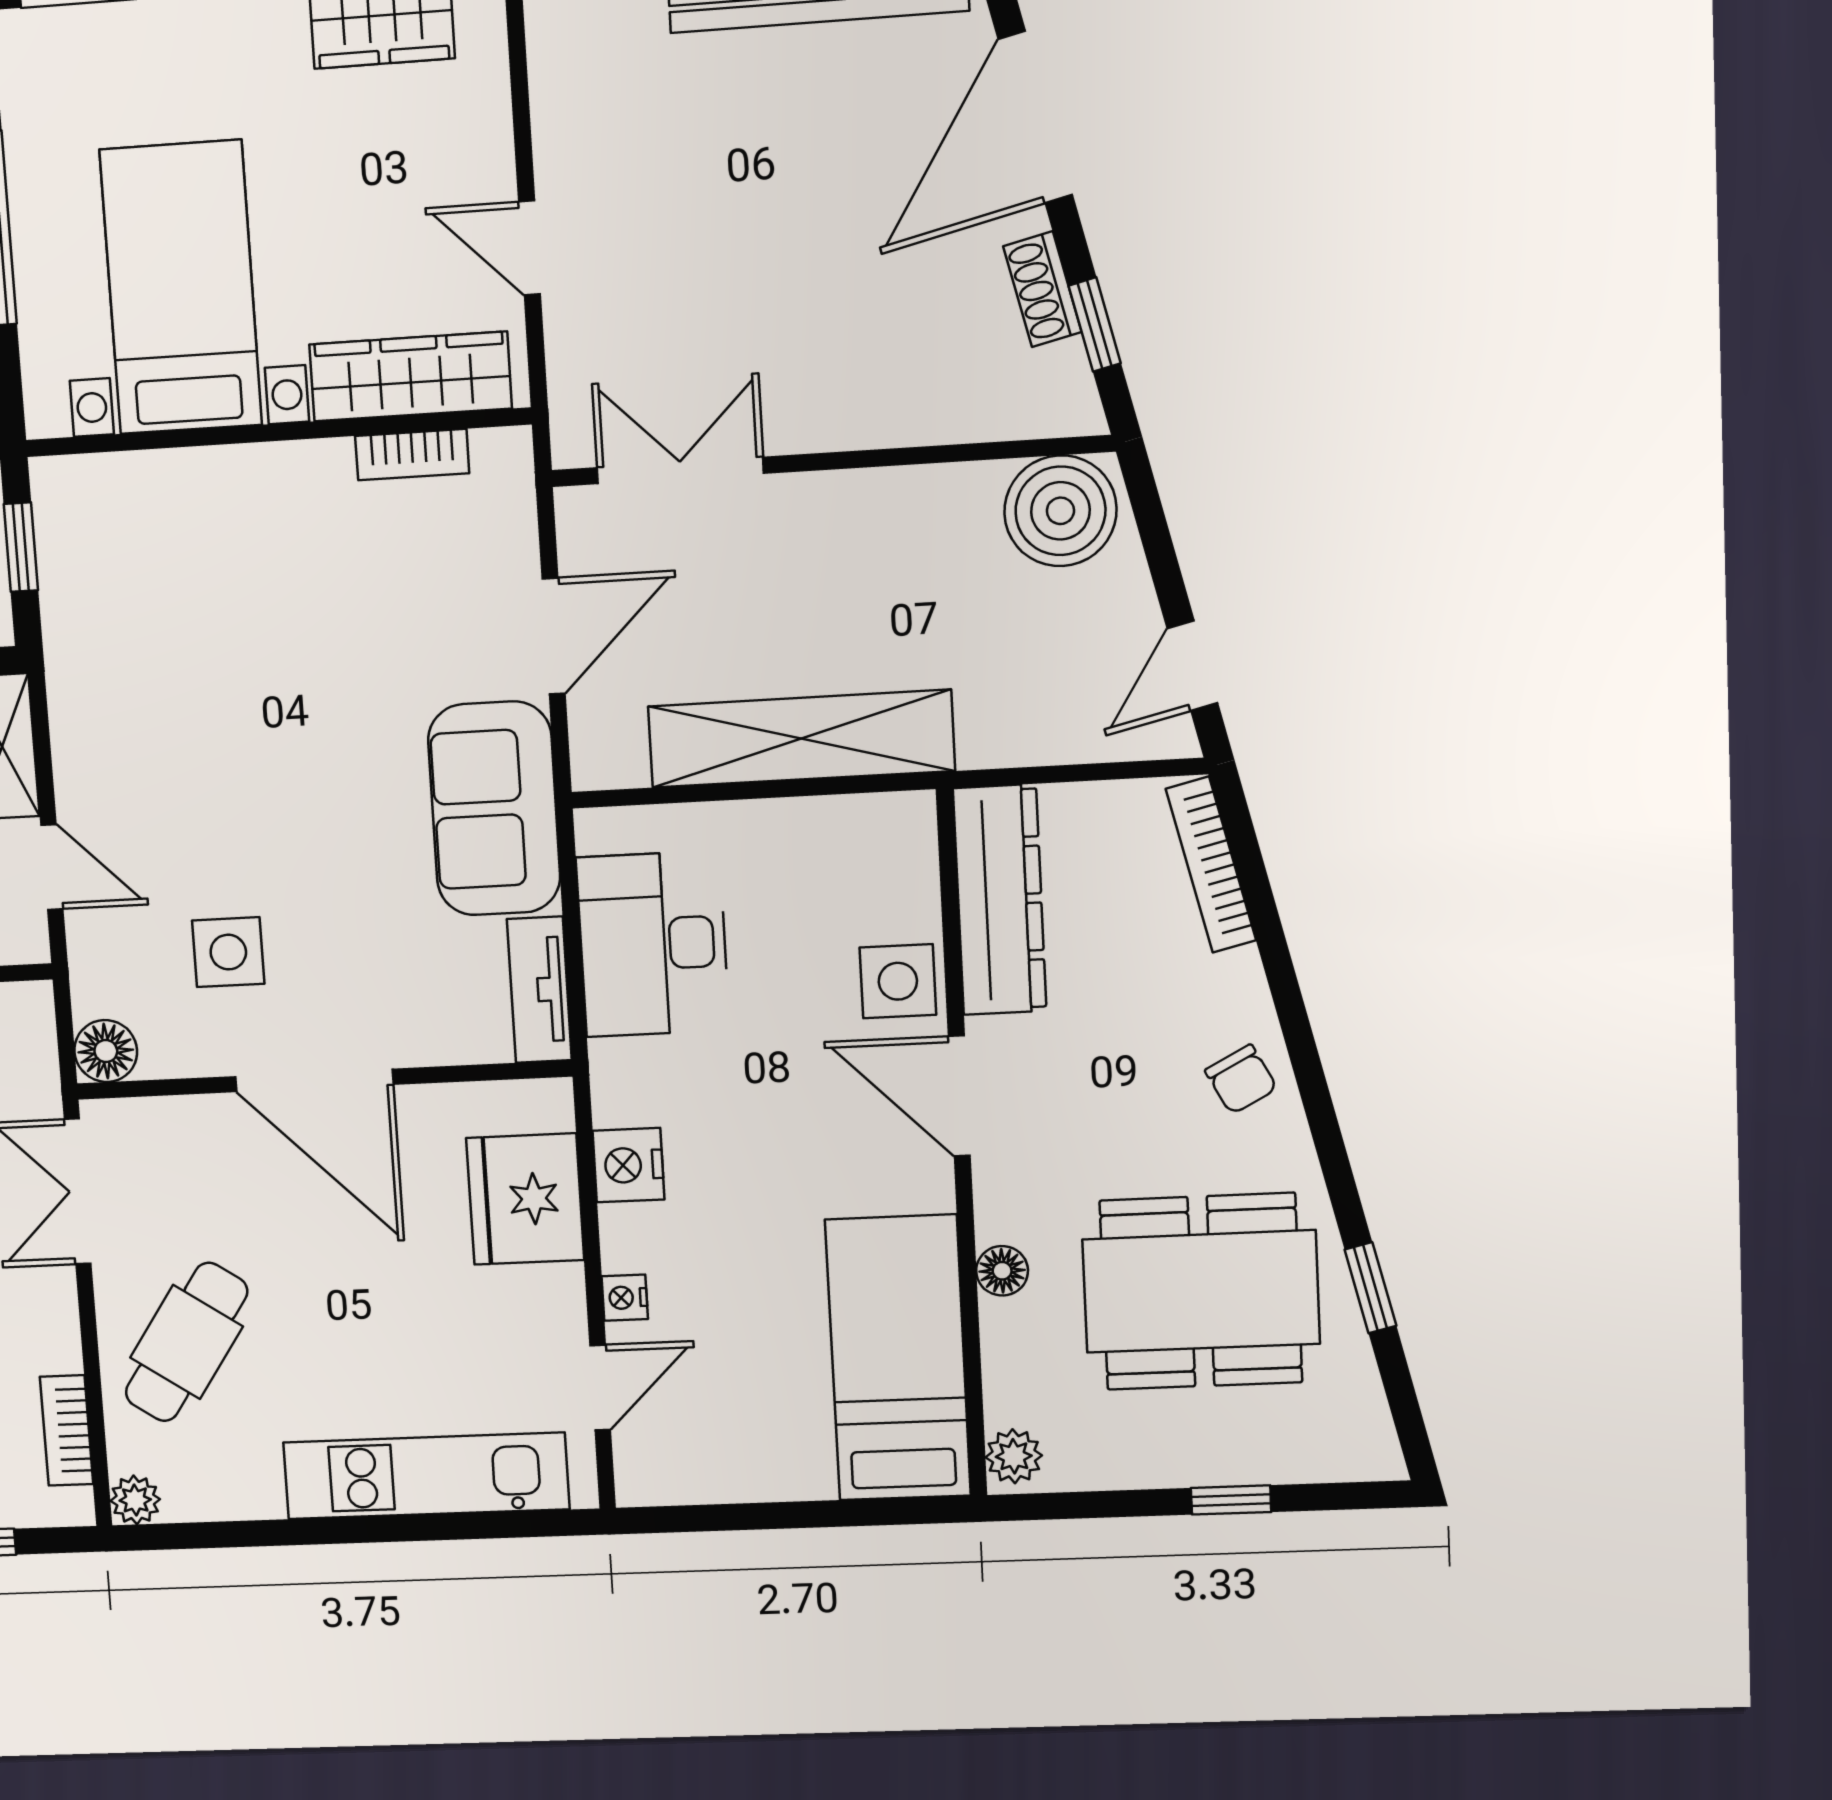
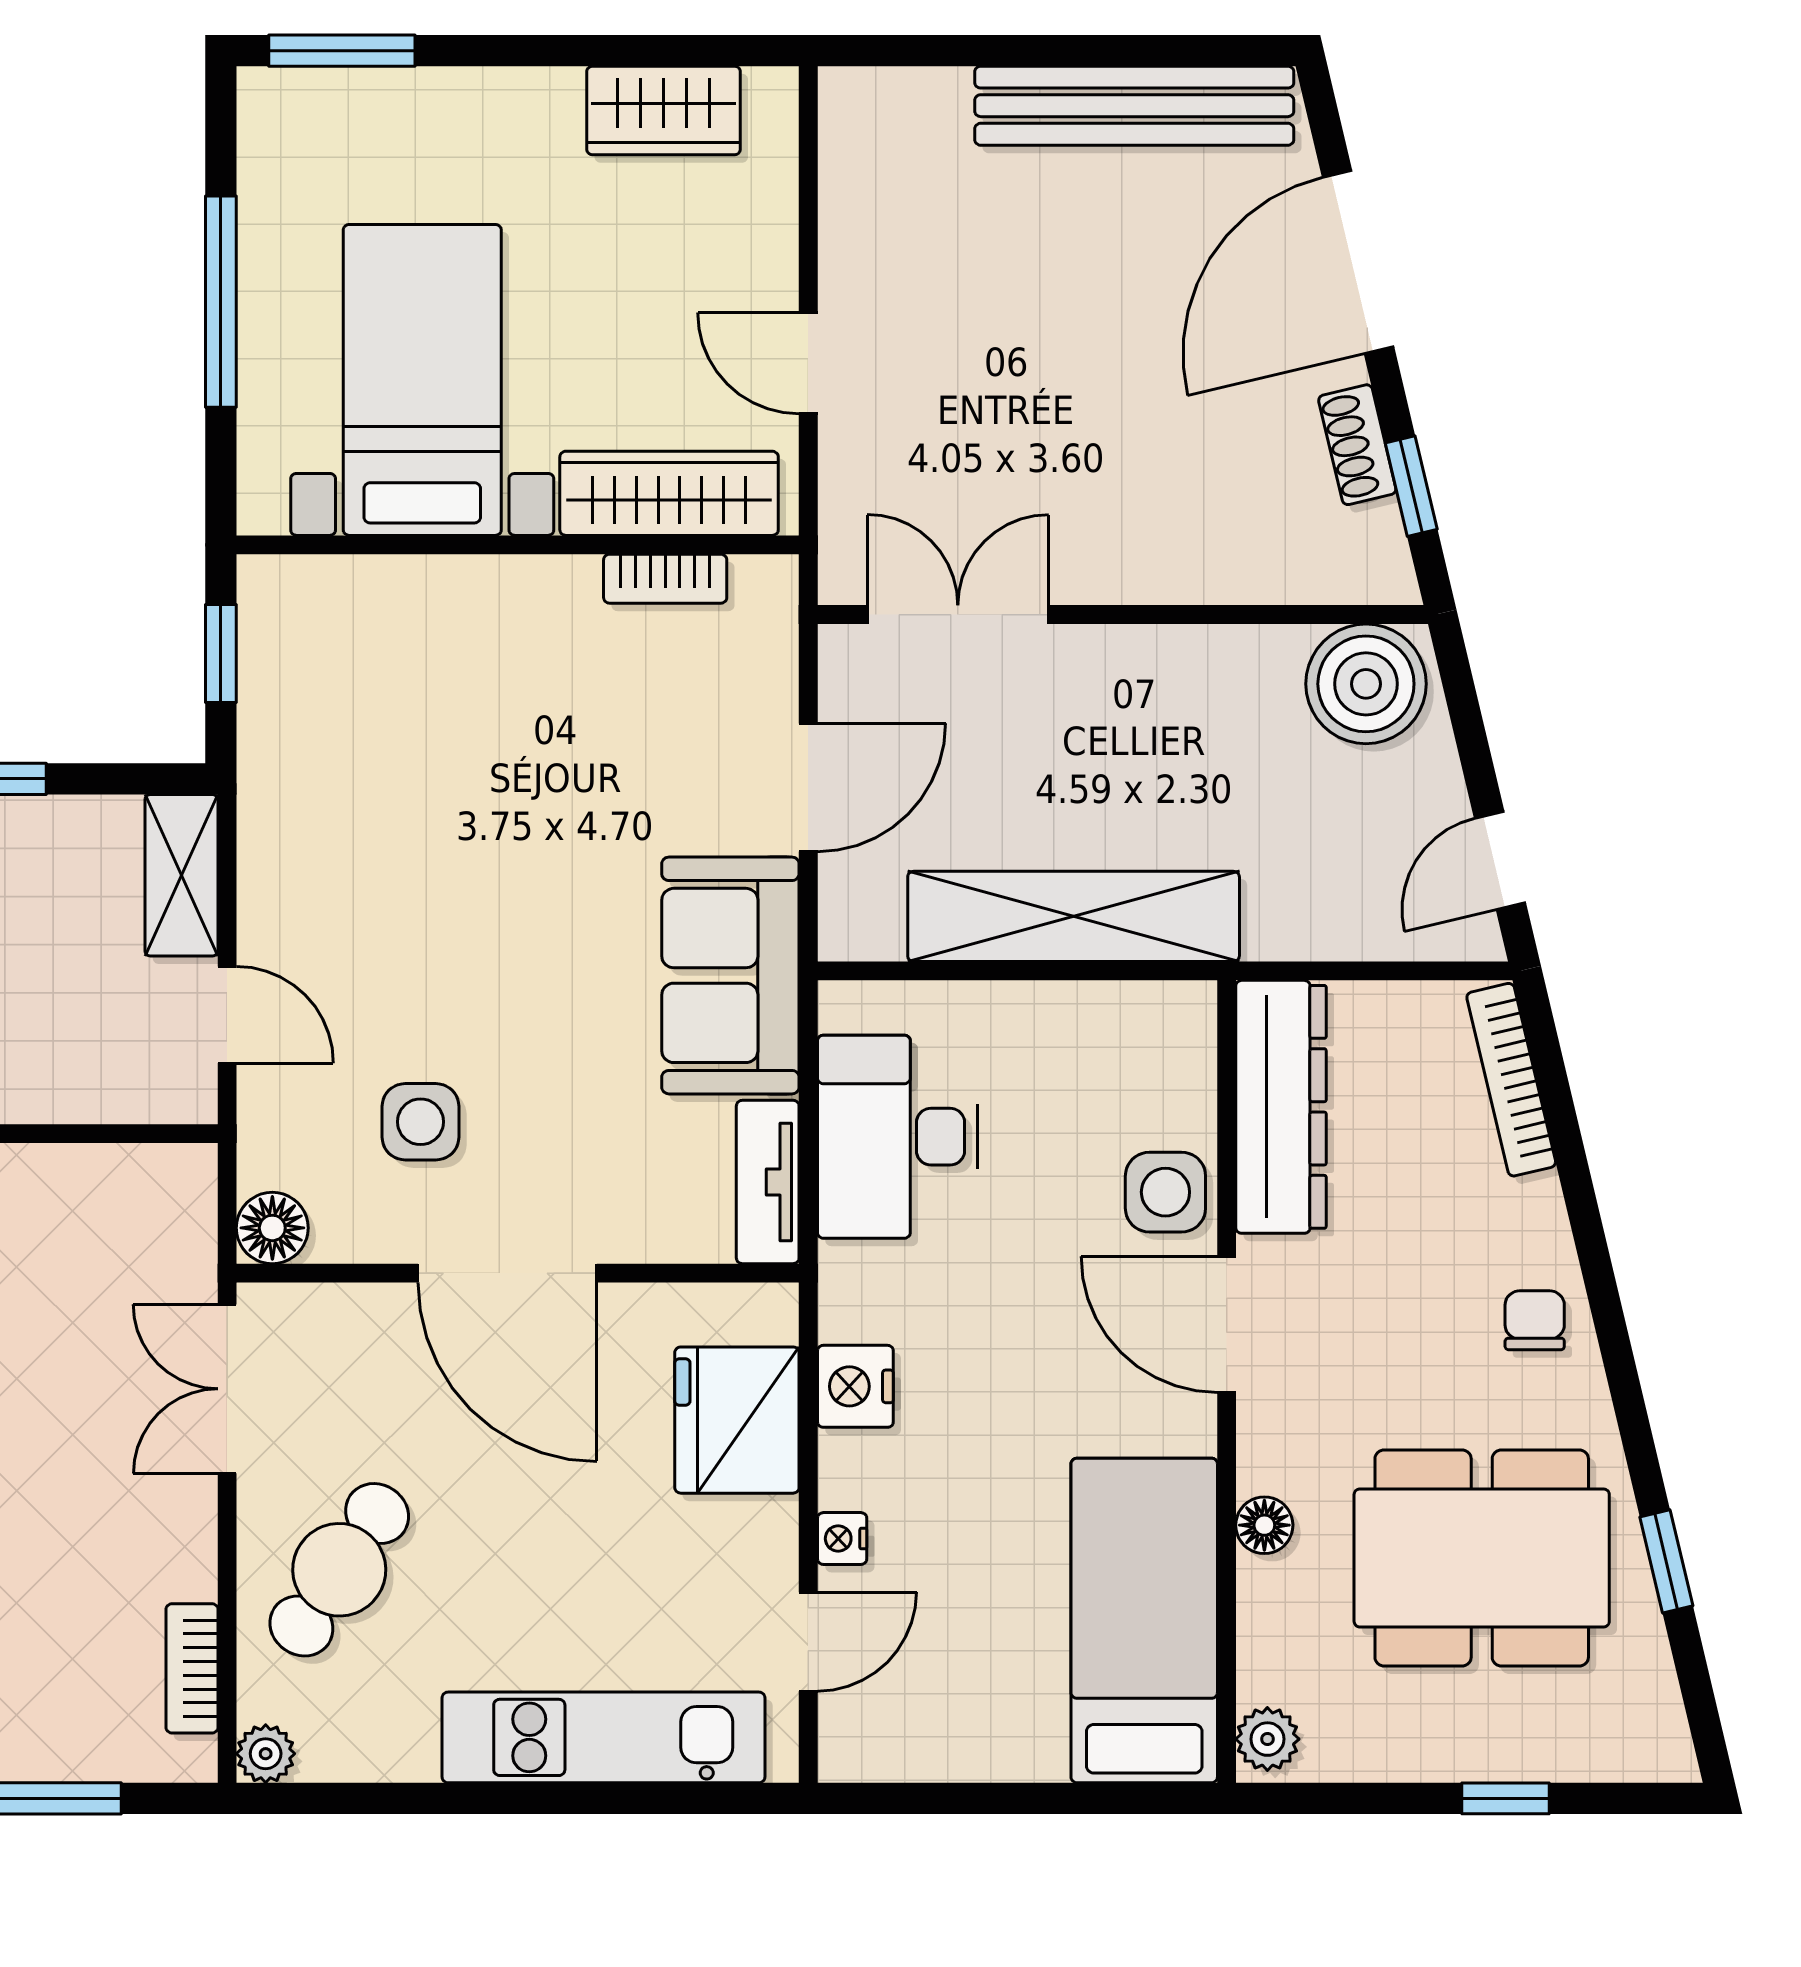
chair: (1241, 1079) -> (1535, 1320), turned -152

